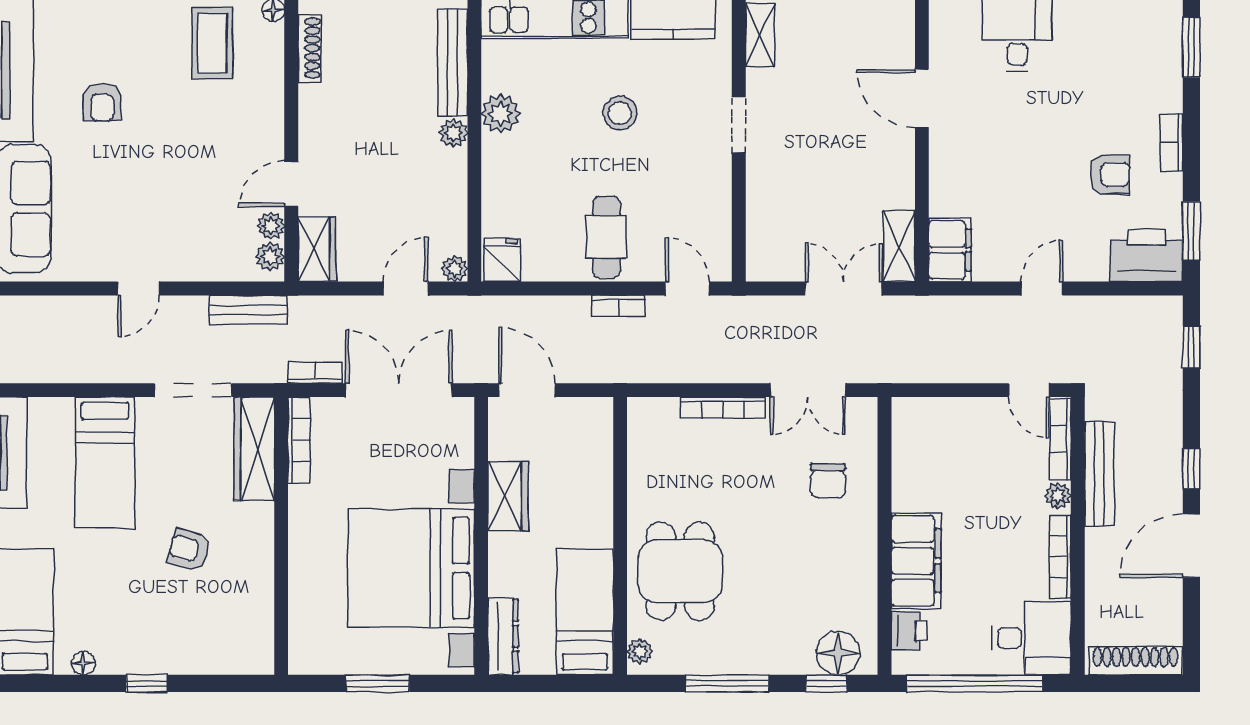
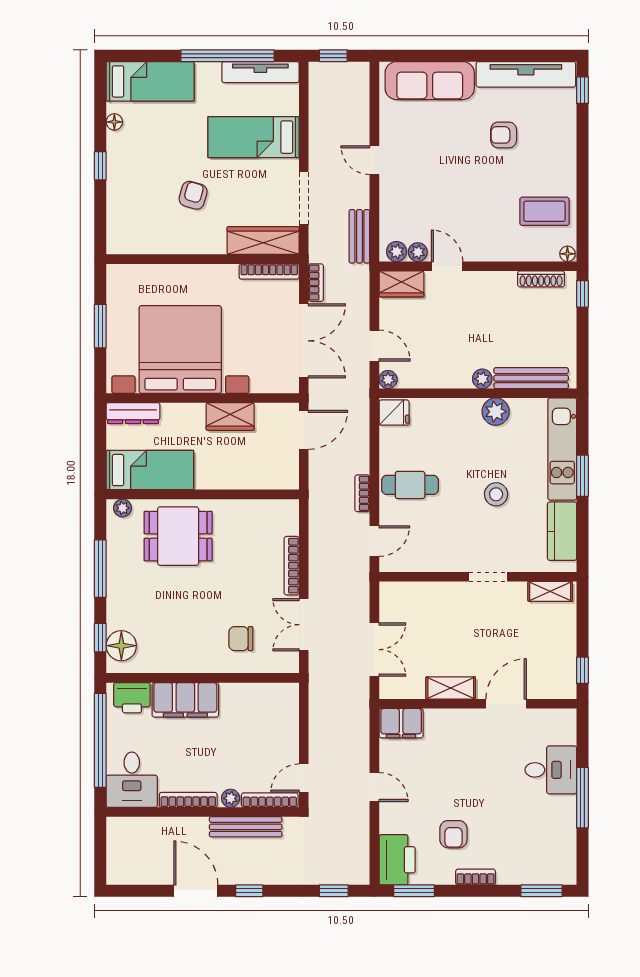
shelving: (899, 246) -> (451, 688), moved
printer: (909, 631) -> (132, 698), width x1.36, depth x1.24
shoe rack: (1136, 661) -> (116, 852), removed

